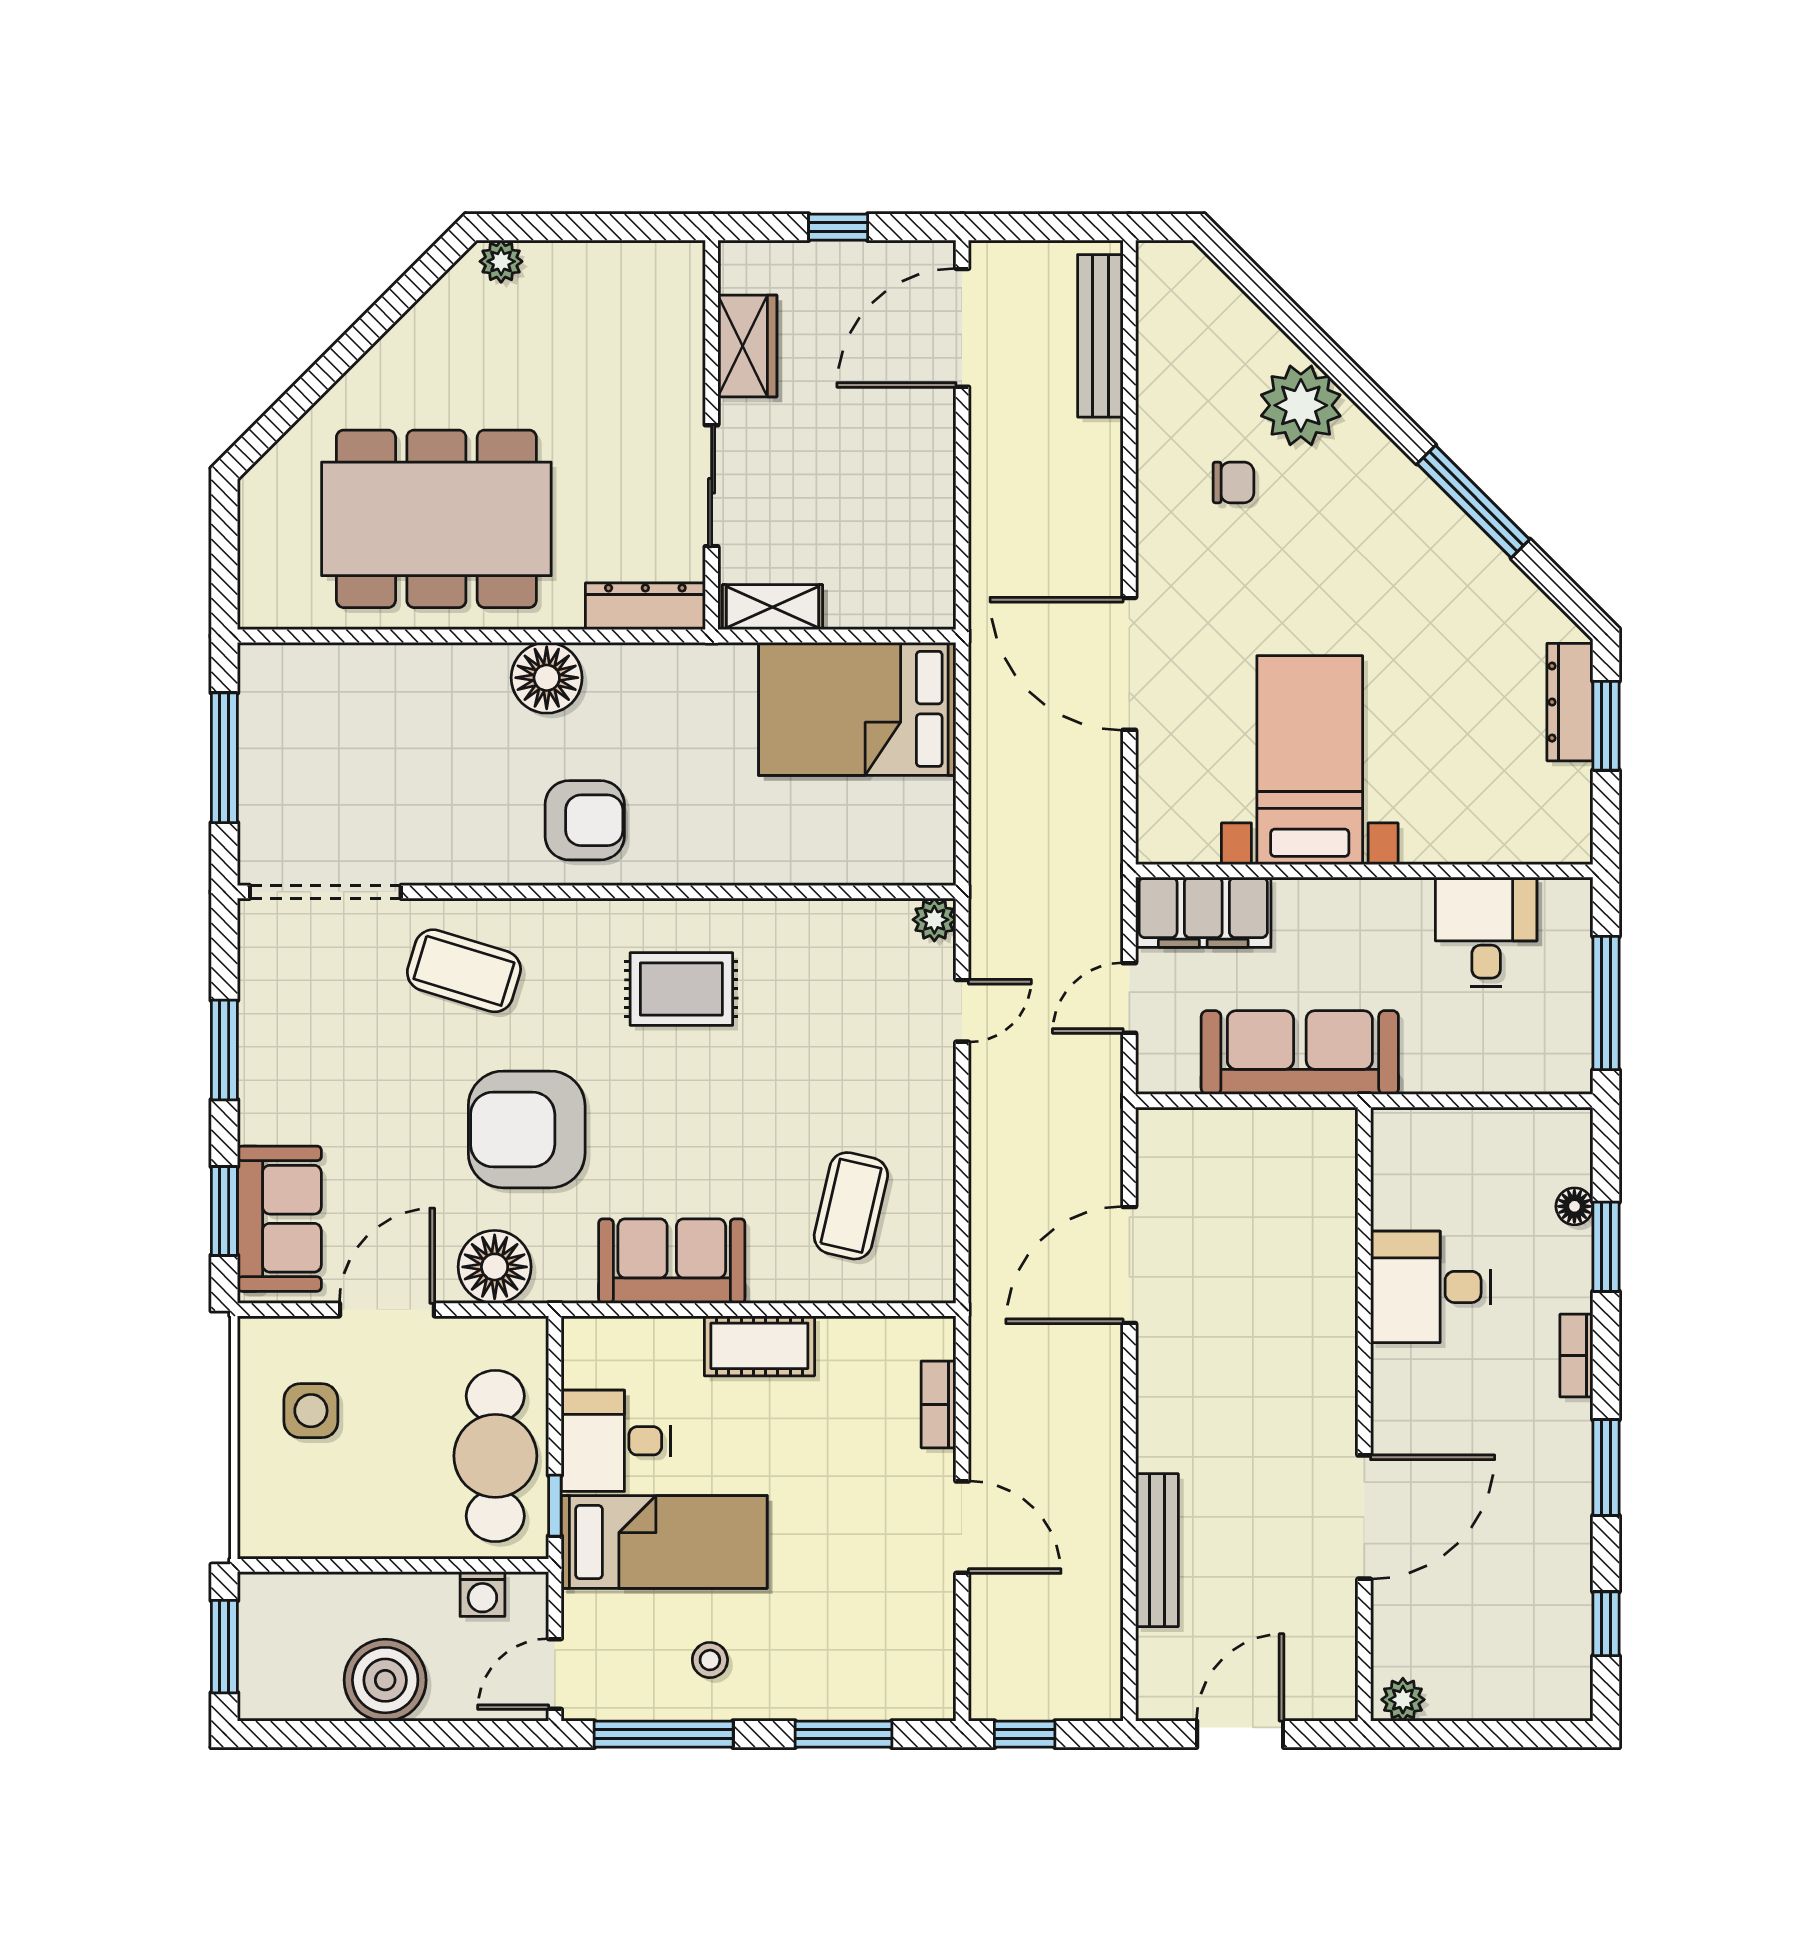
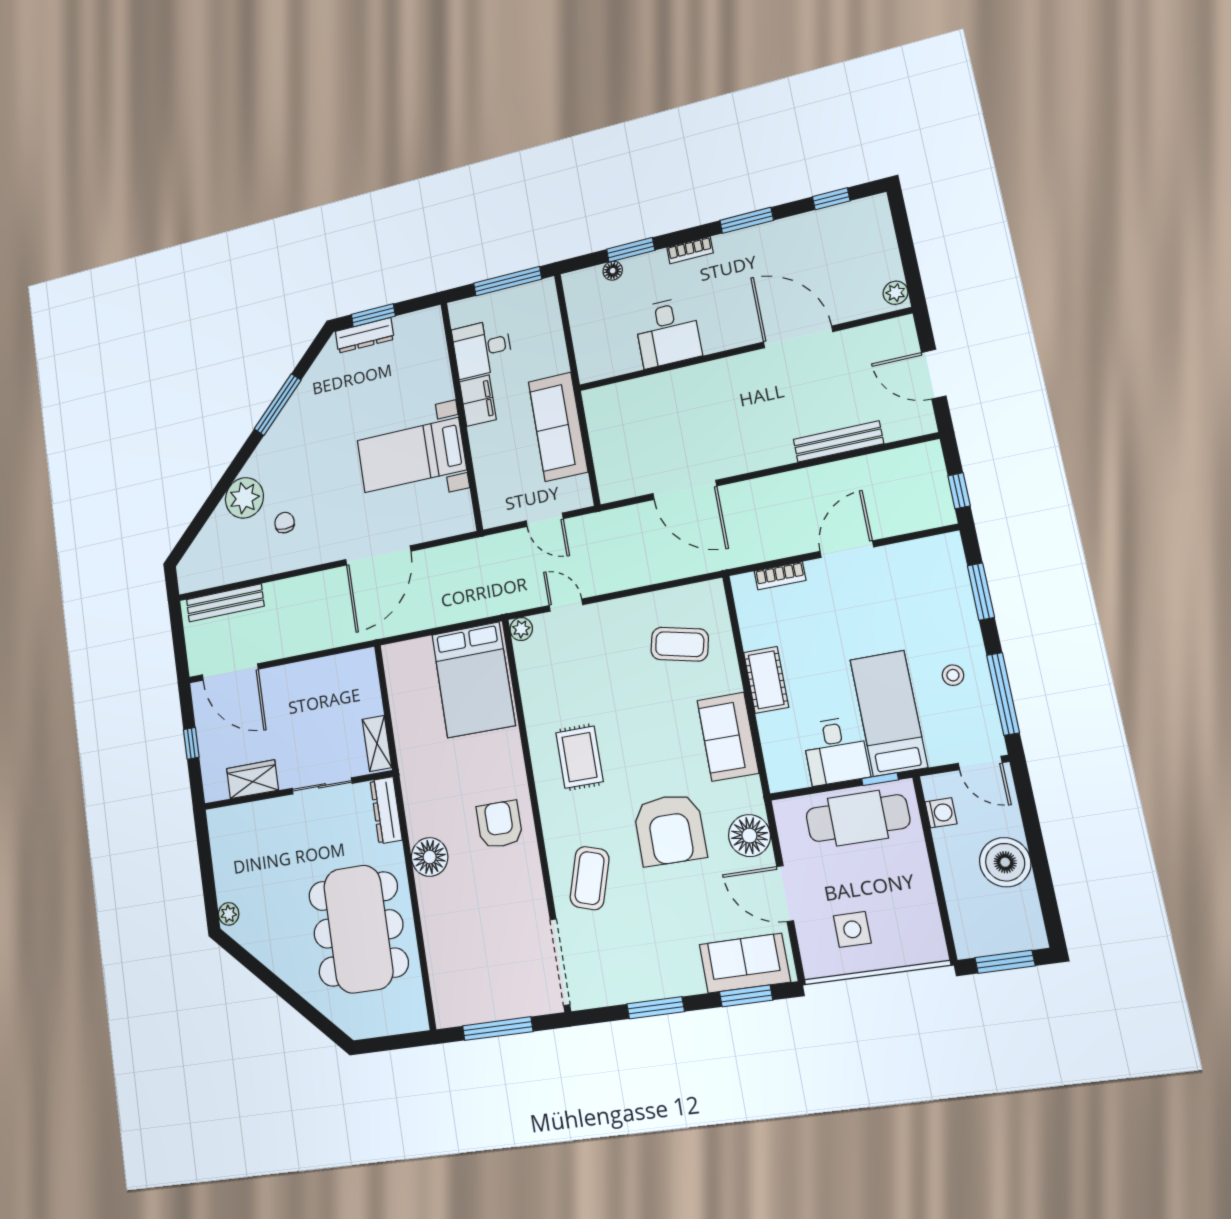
bed: (857, 709) -> (473, 680), moved
filing cabinet: (1203, 912) -> (478, 401), moved, width x0.67, depth x0.86

